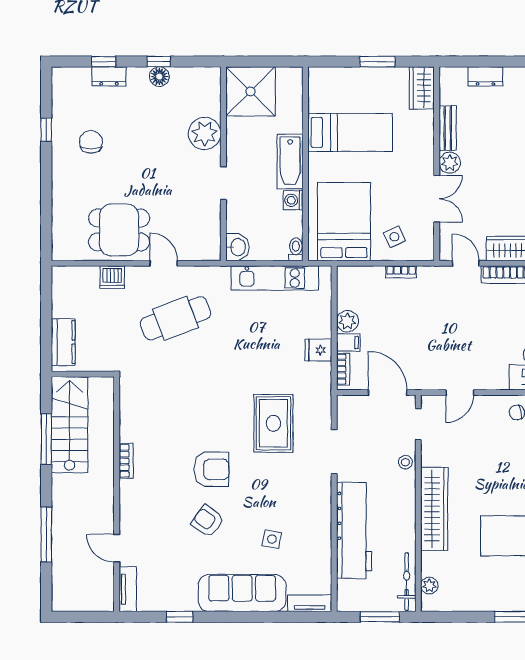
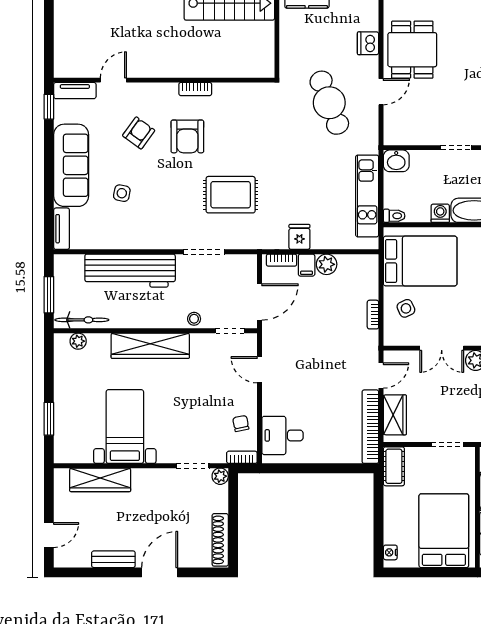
bookcase: (126, 461) -> (195, 89), moved
wall: (117, 494) -> (164, 80), moved
door: (117, 548) -> (113, 80), moved
tv unit: (128, 589) -> (75, 91), moved

